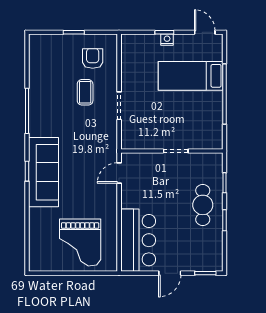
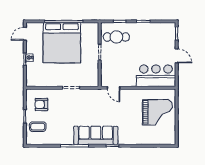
bed: (191, 76) -> (62, 43), width x2.04
coffee table: (85, 92) -> (38, 127), moved
sofa: (44, 172) -> (96, 135), moved
cafe table: (203, 205) -> (116, 37), moved

